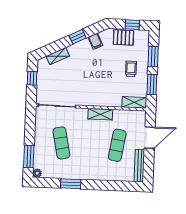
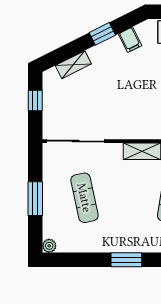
window: (29, 157) -> (35, 199), moved
window: (71, 184) -> (126, 260), moved

